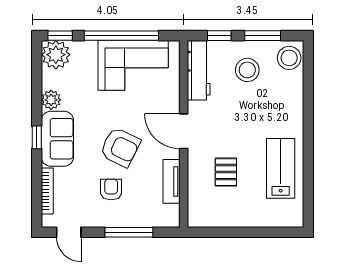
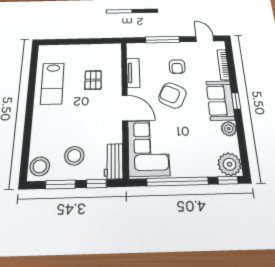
corner sofa: (133, 65) -> (148, 148), moved, turned 90
workbench: (199, 70) -> (113, 161), width x0.73

